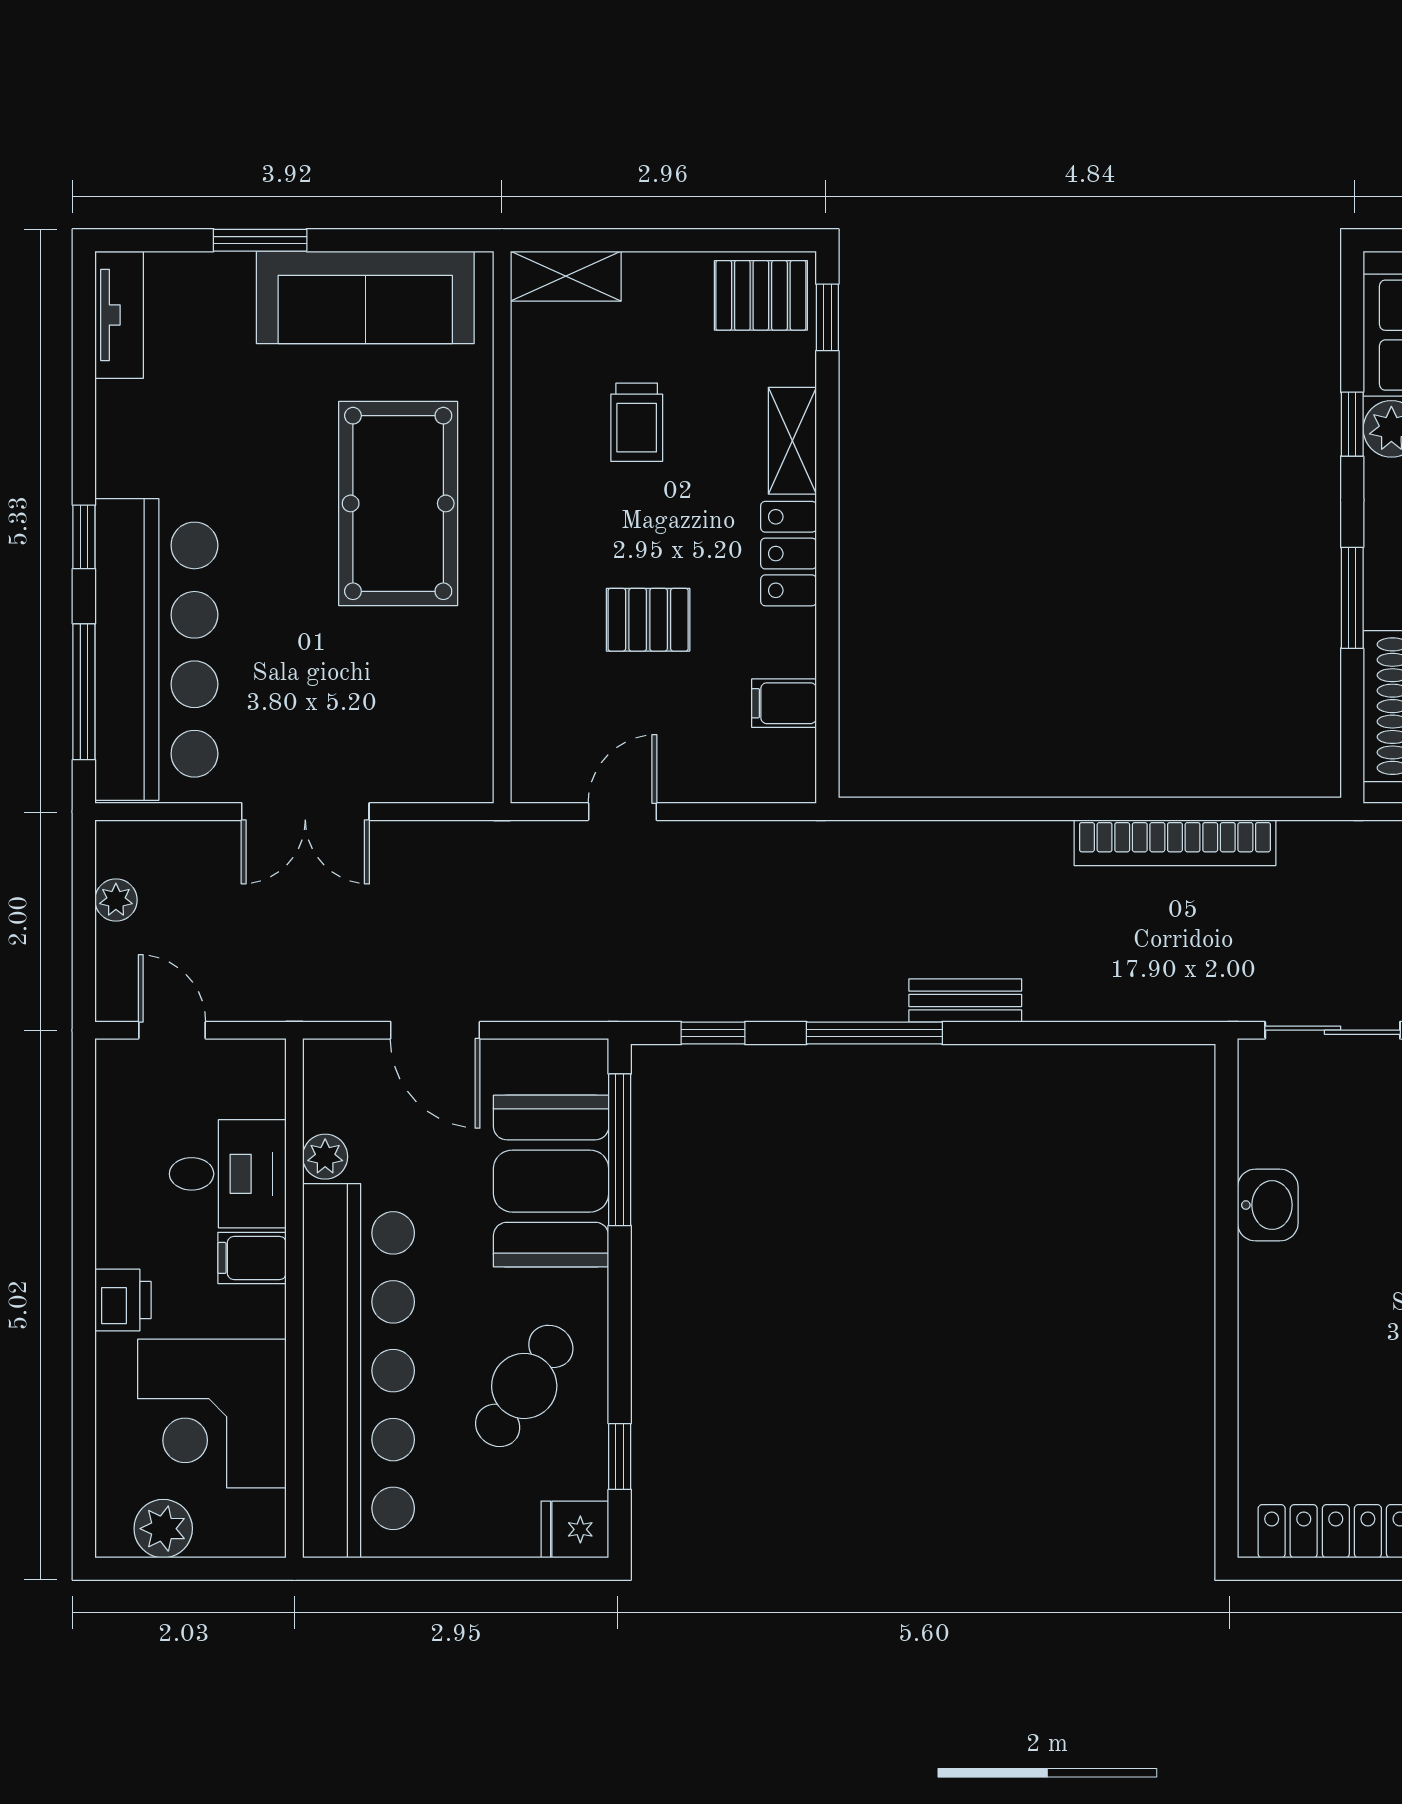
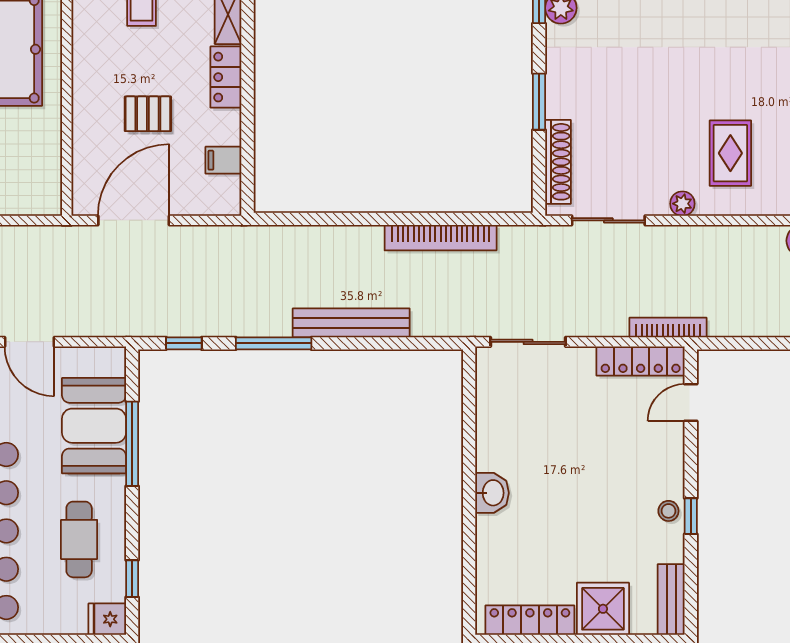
door: (622, 812) -> (134, 220), width x1.88
bench: (965, 1000) -> (351, 323), width x1.86, depth x1.21
window: (620, 1150) -> (132, 444), moved
washbasin: (1268, 1205) -> (492, 493), moved
cafe table: (524, 1386) -> (79, 539), turned -34

